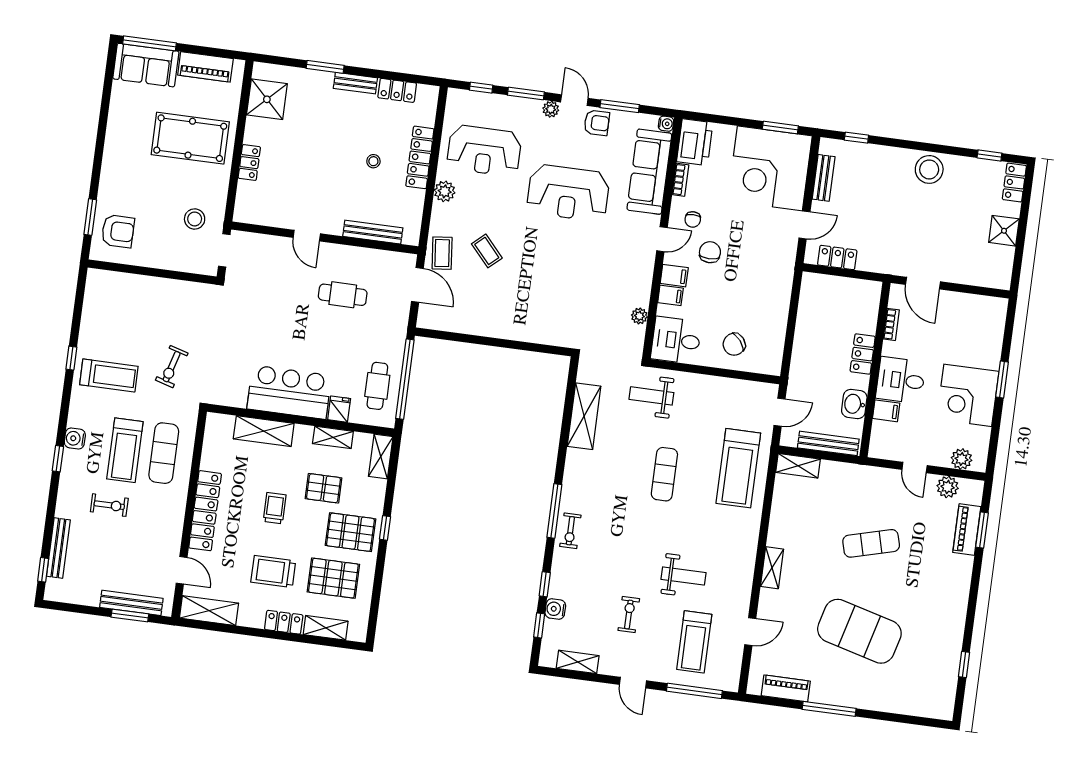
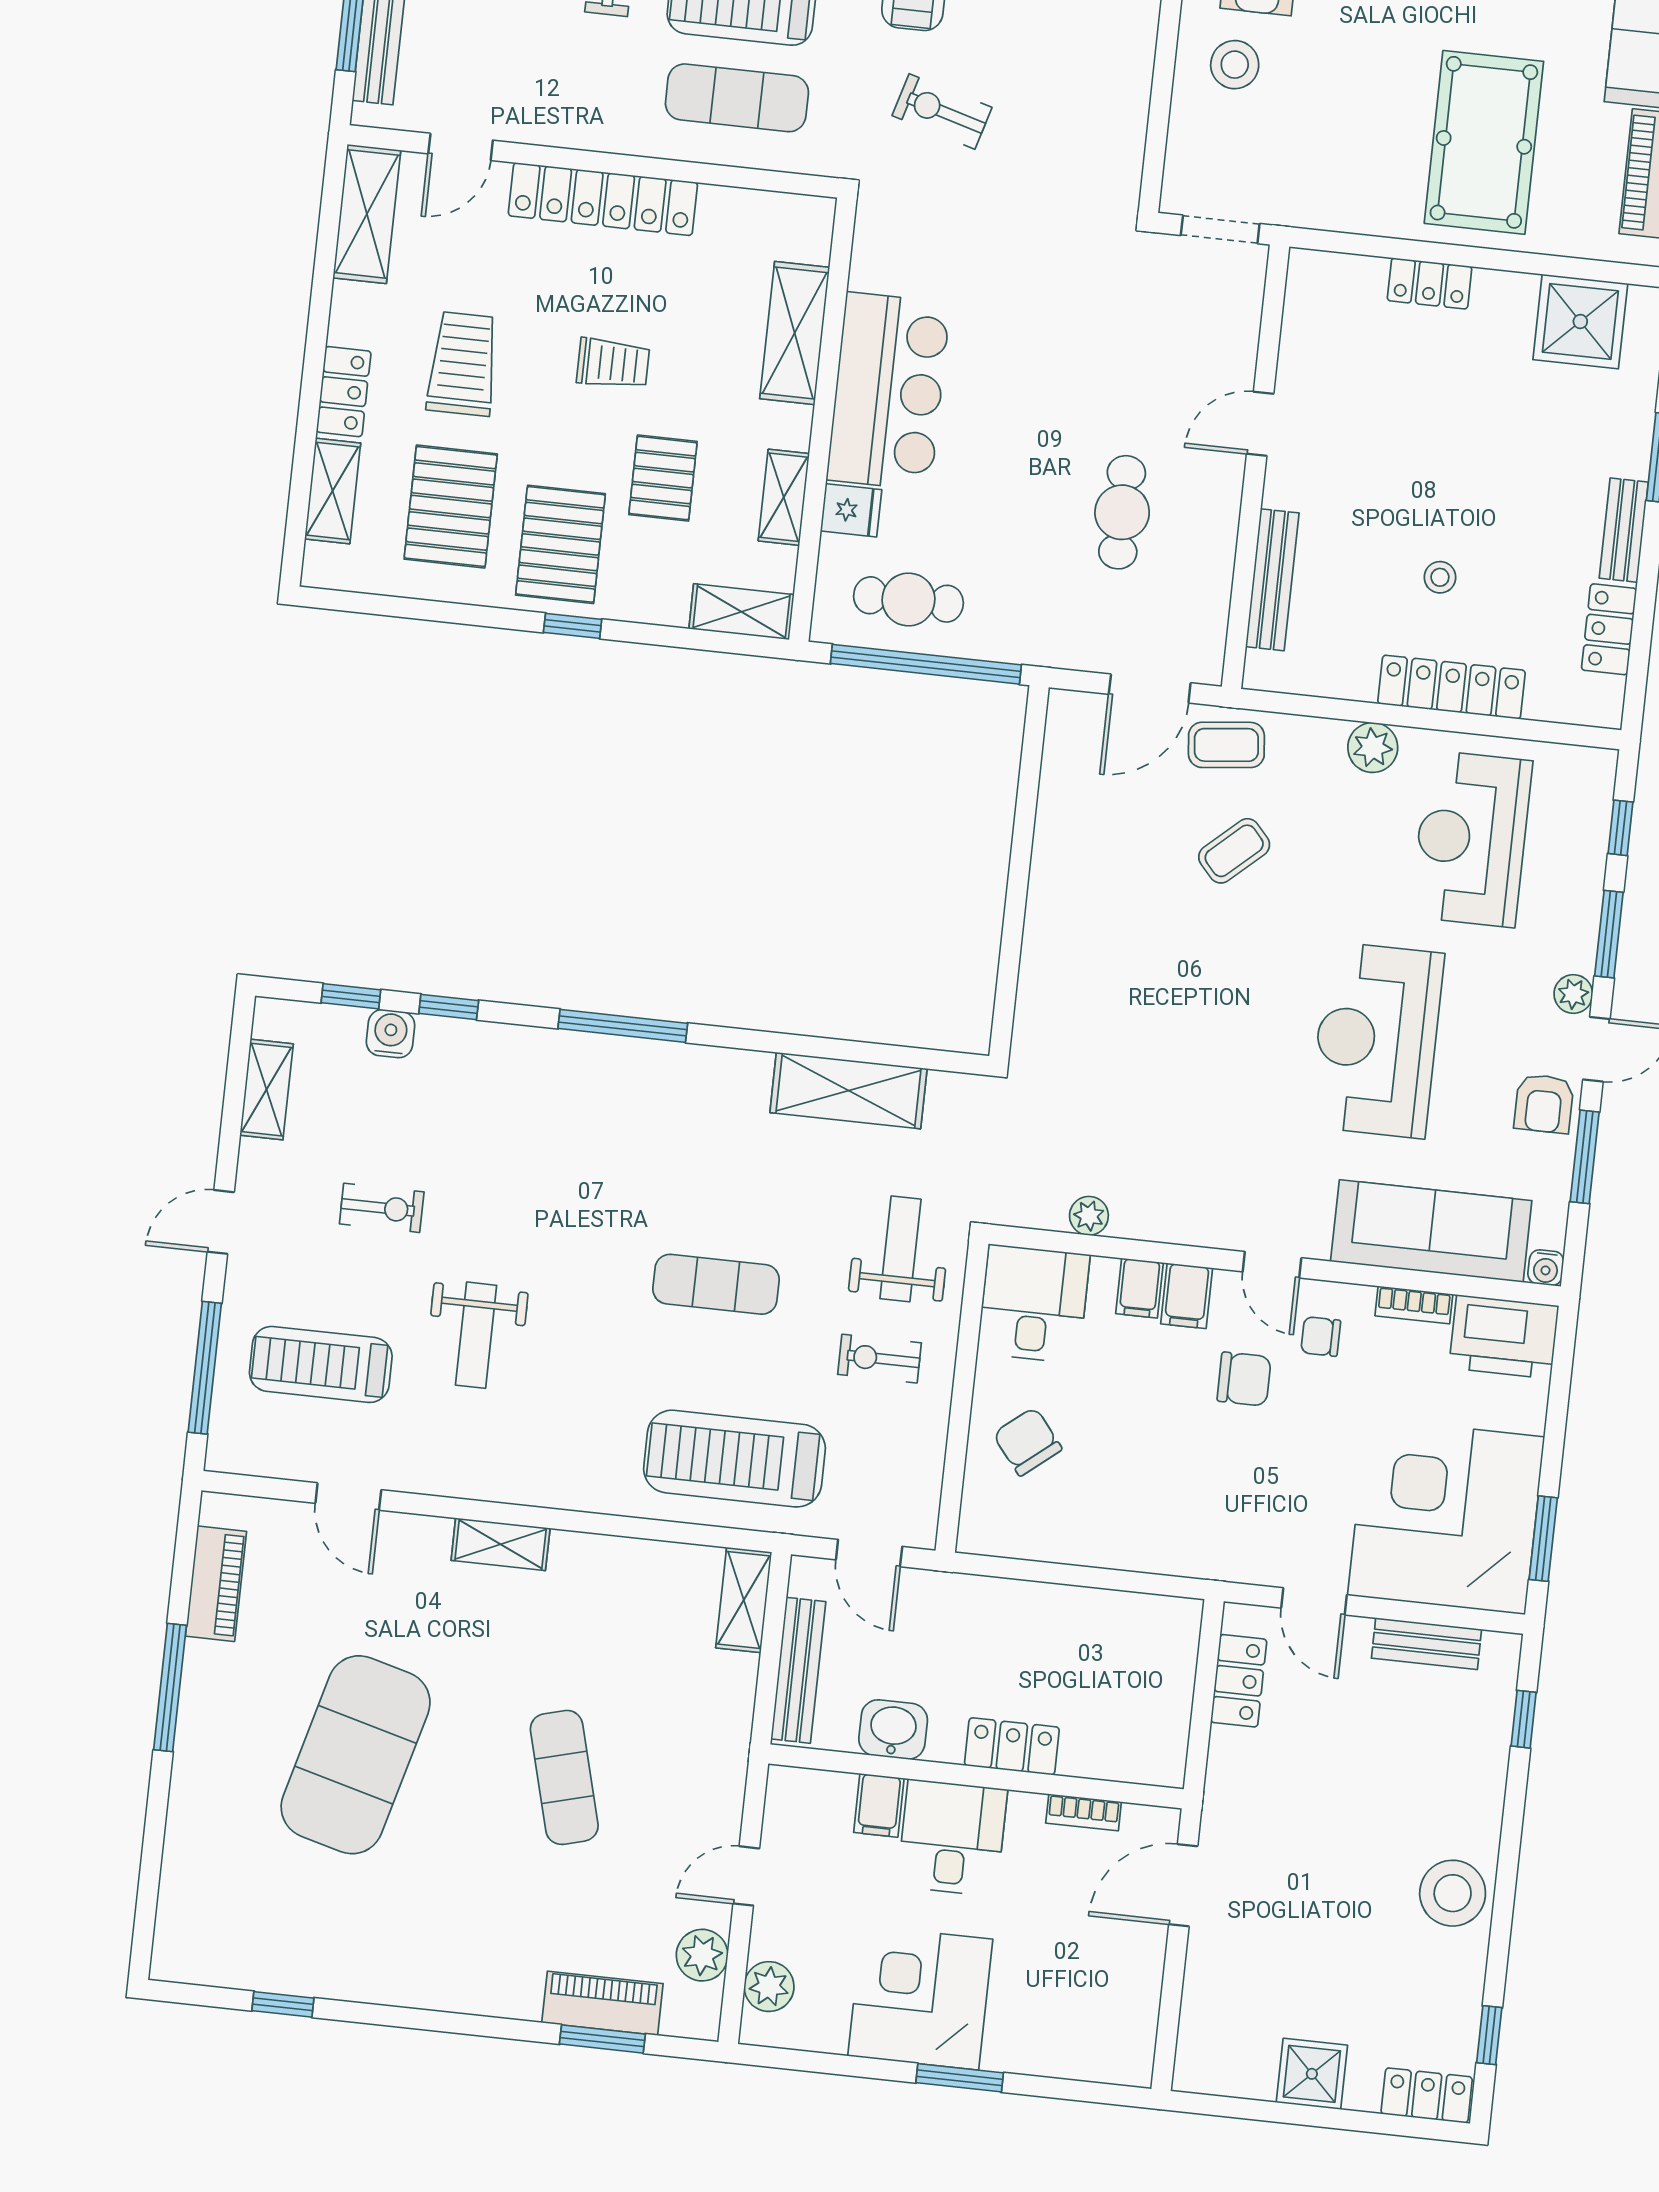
stool: (195, 219) -> (1235, 65), moved
exercise bike: (570, 531) -> (880, 1359), moved

